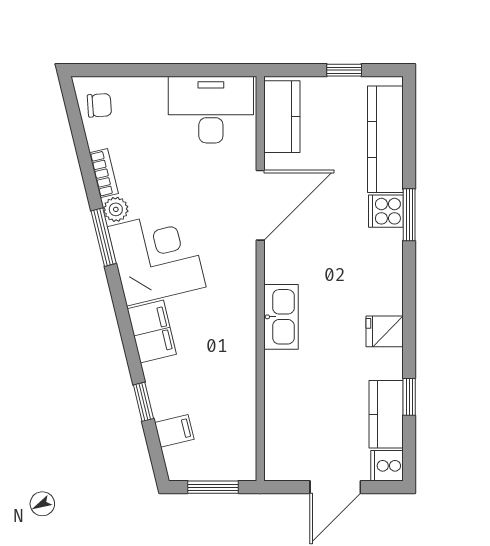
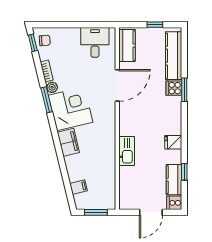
desk: (211, 110) -> (95, 42), width x0.73
kitchen sink: (281, 317) -> (127, 151), moved
window: (143, 402) -> (33, 43), moved

